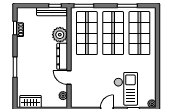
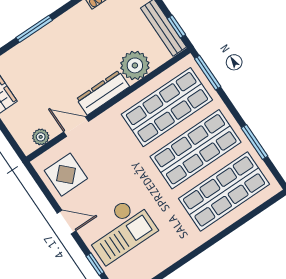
door: (69, 78) -> (76, 127), hinge flipped
display table: (86, 96) -> (66, 175), added

